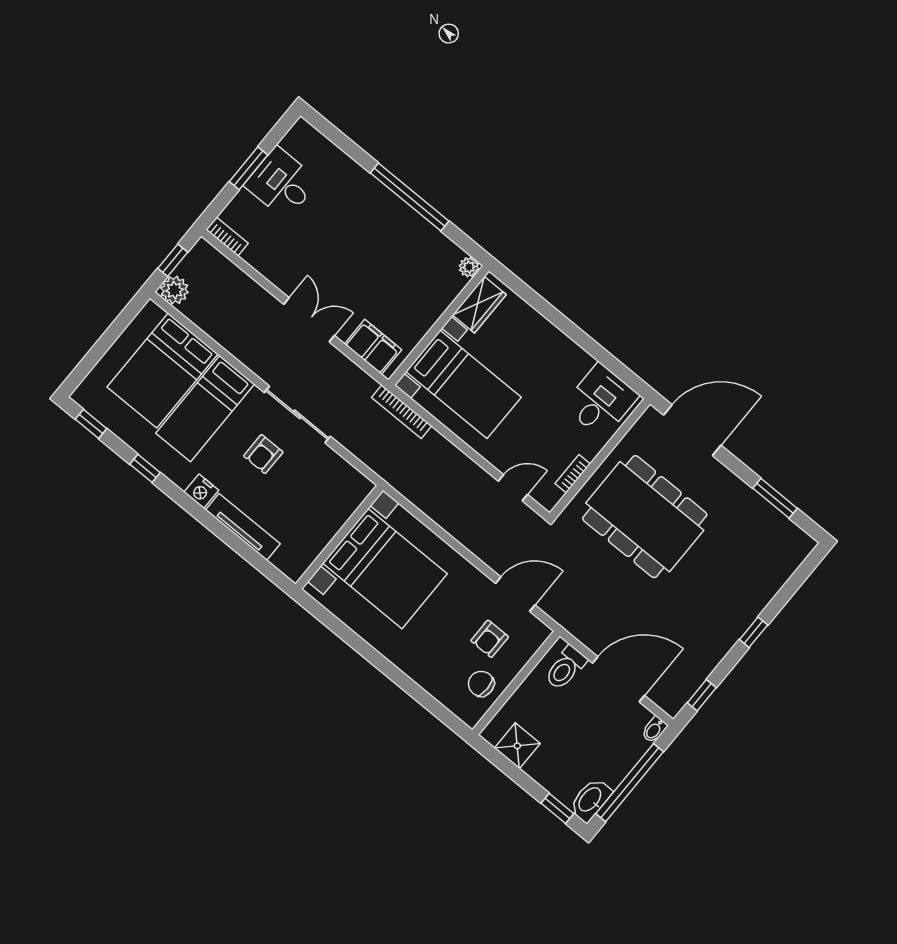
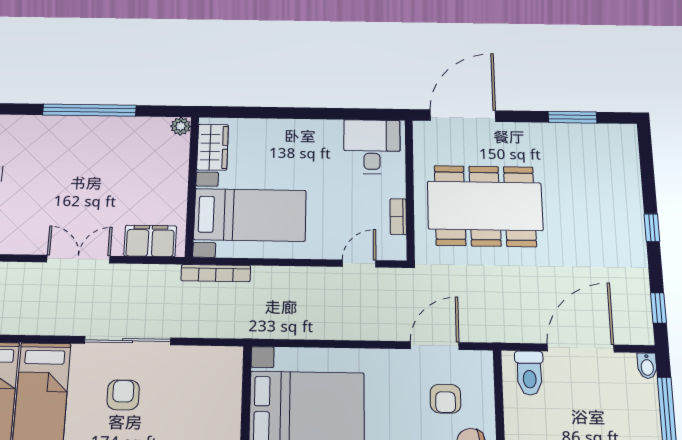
armchair: (263, 454) -> (123, 395), turned 180

